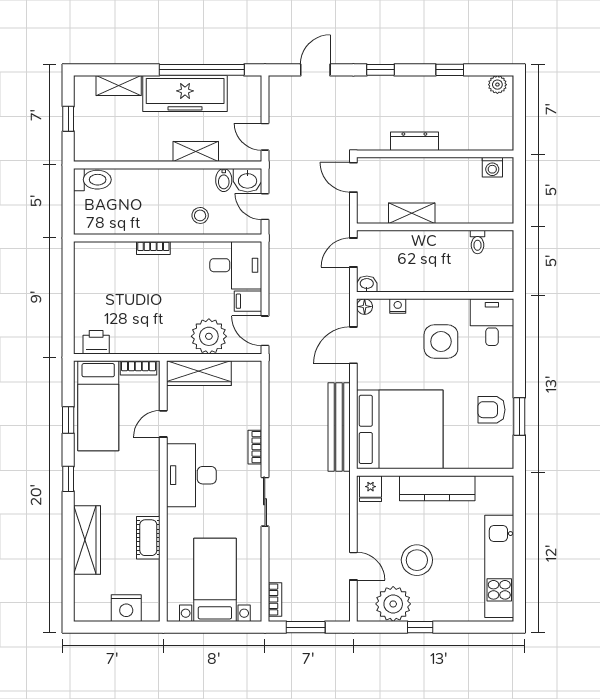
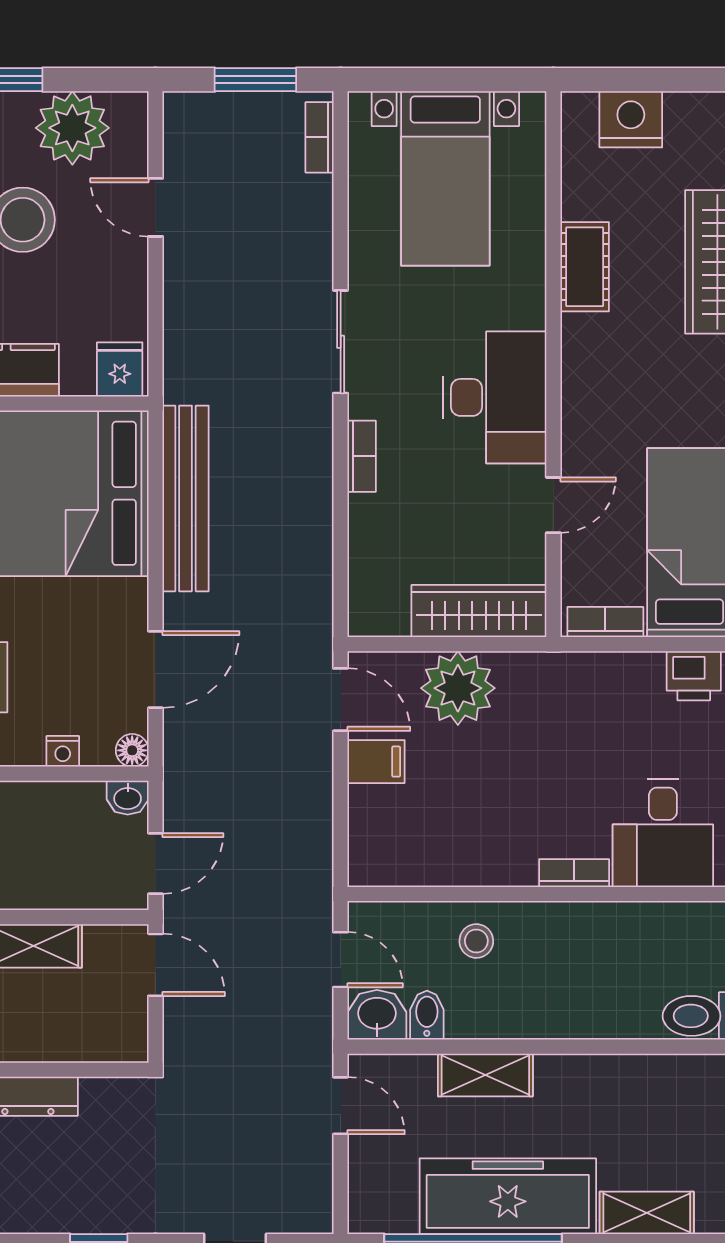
door: (353, 177) -> (155, 965), moved
desk: (236, 265) -> (663, 833), moved, turned -90

